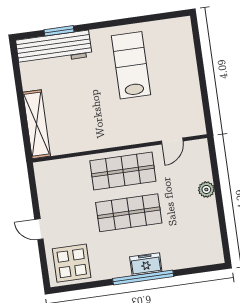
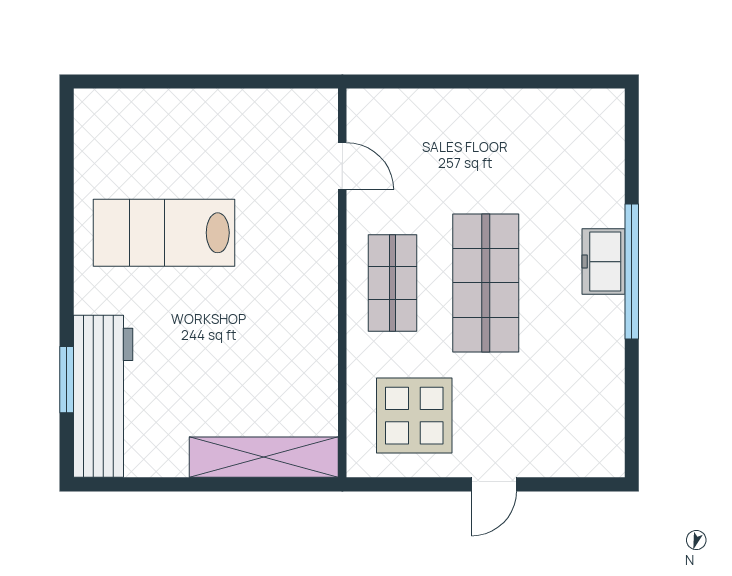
shop shelf: (123, 171) -> (393, 283), width x0.70, depth x0.74
plant: (206, 189) -> (459, 106), removed
display table: (72, 263) -> (414, 416), moved

